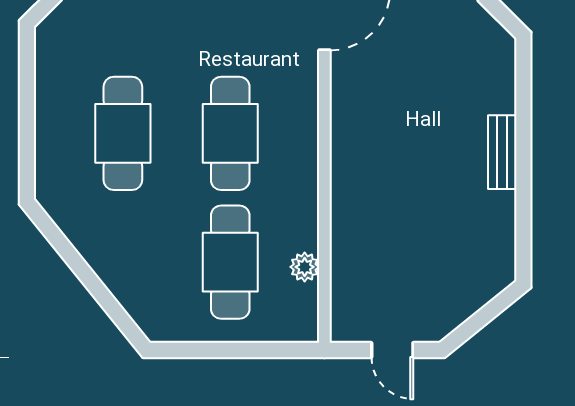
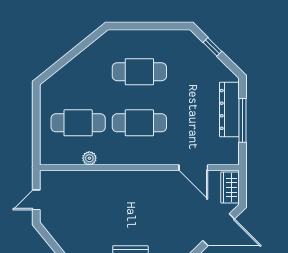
plant: (305, 267) -> (89, 158), moved

